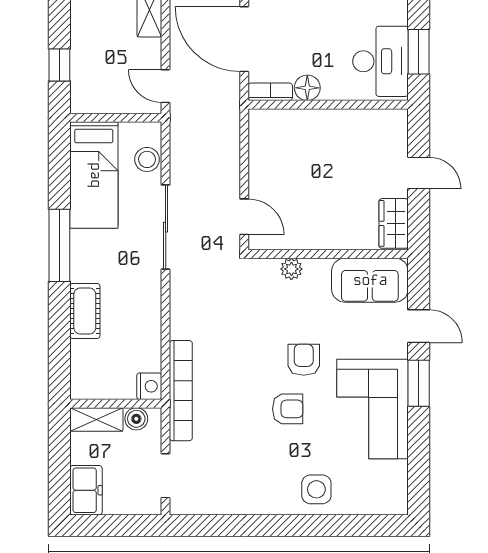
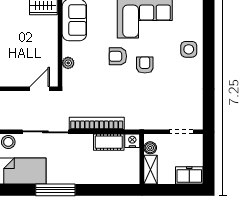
cot: (85, 311) -> (109, 142), moved
bookcase: (181, 391) -> (97, 123), moved

